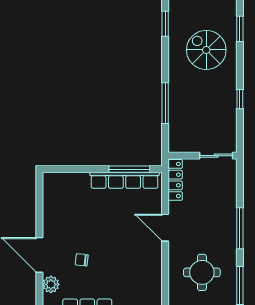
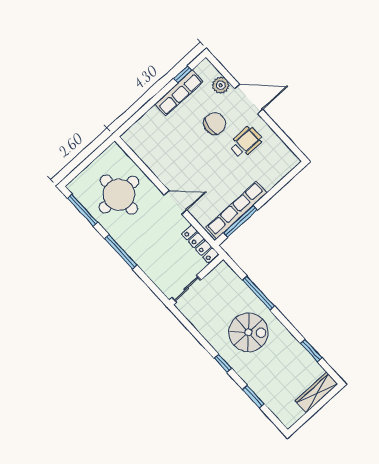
spiral stairs: (206, 50) -> (248, 332), moved
window: (240, 99) -> (223, 363), moved
wheelchair: (71, 225) -> (246, 142), added
chair: (82, 260) -> (215, 124), width x1.87, depth x1.87
round table: (202, 272) -> (119, 195), width x1.36, depth x1.36

